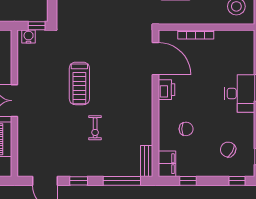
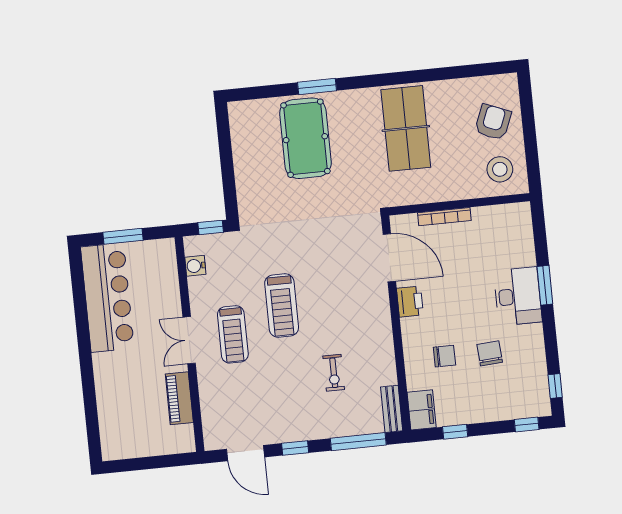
water cooler: (29, 37) -> (195, 266), moved, turned -90
treadmill: (44, 100) -> (233, 334), added
exercise bike: (95, 128) -> (334, 373), moved
chair: (228, 150) -> (490, 353), moved, turned 56

